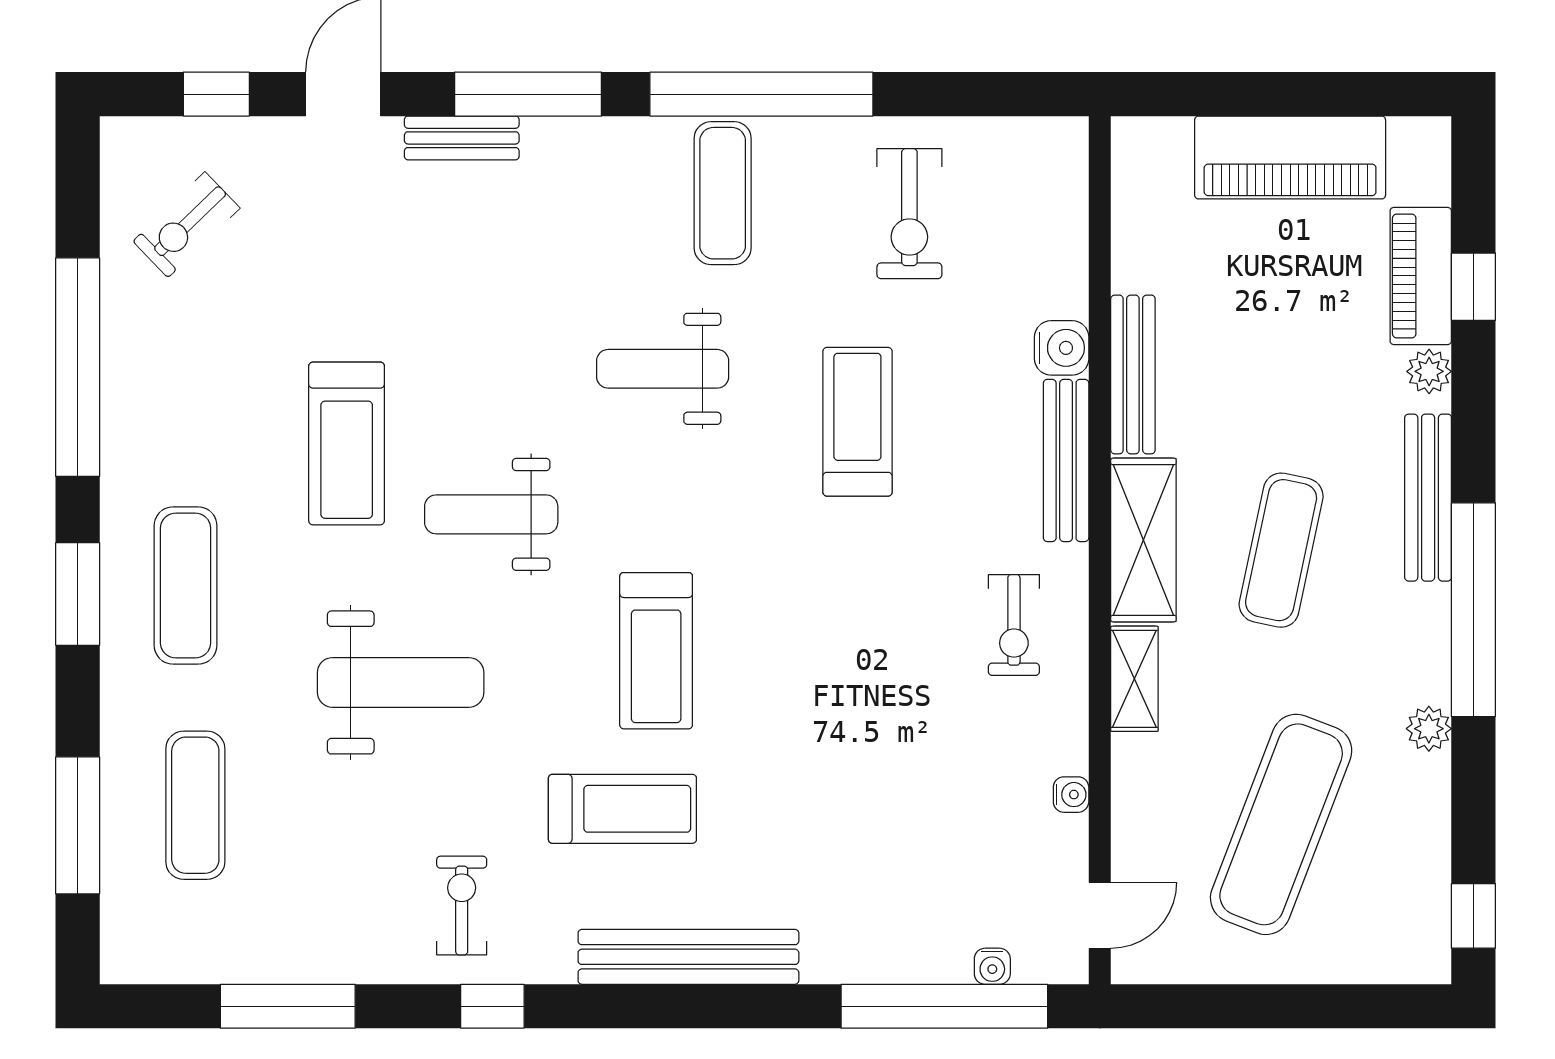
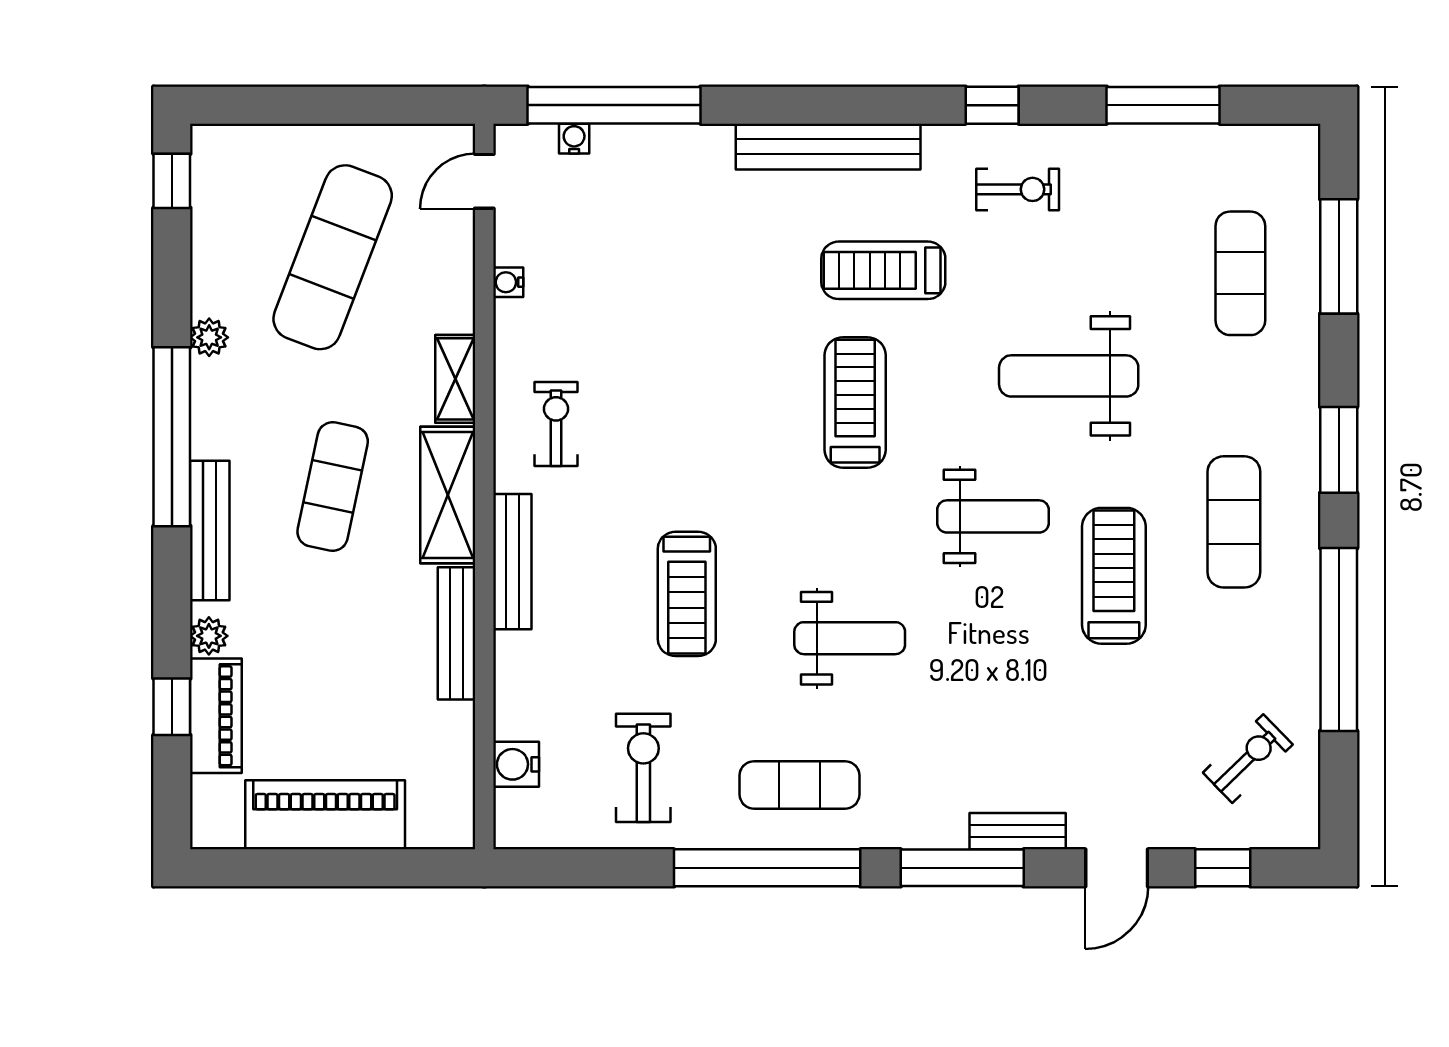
exercise mat: (723, 193) -> (800, 785), turned 90
water cooler: (1062, 348) -> (516, 764), moved
exercise mat: (186, 586) -> (1234, 522), moved
exercise bike: (462, 906) -> (1018, 189), turned -90

